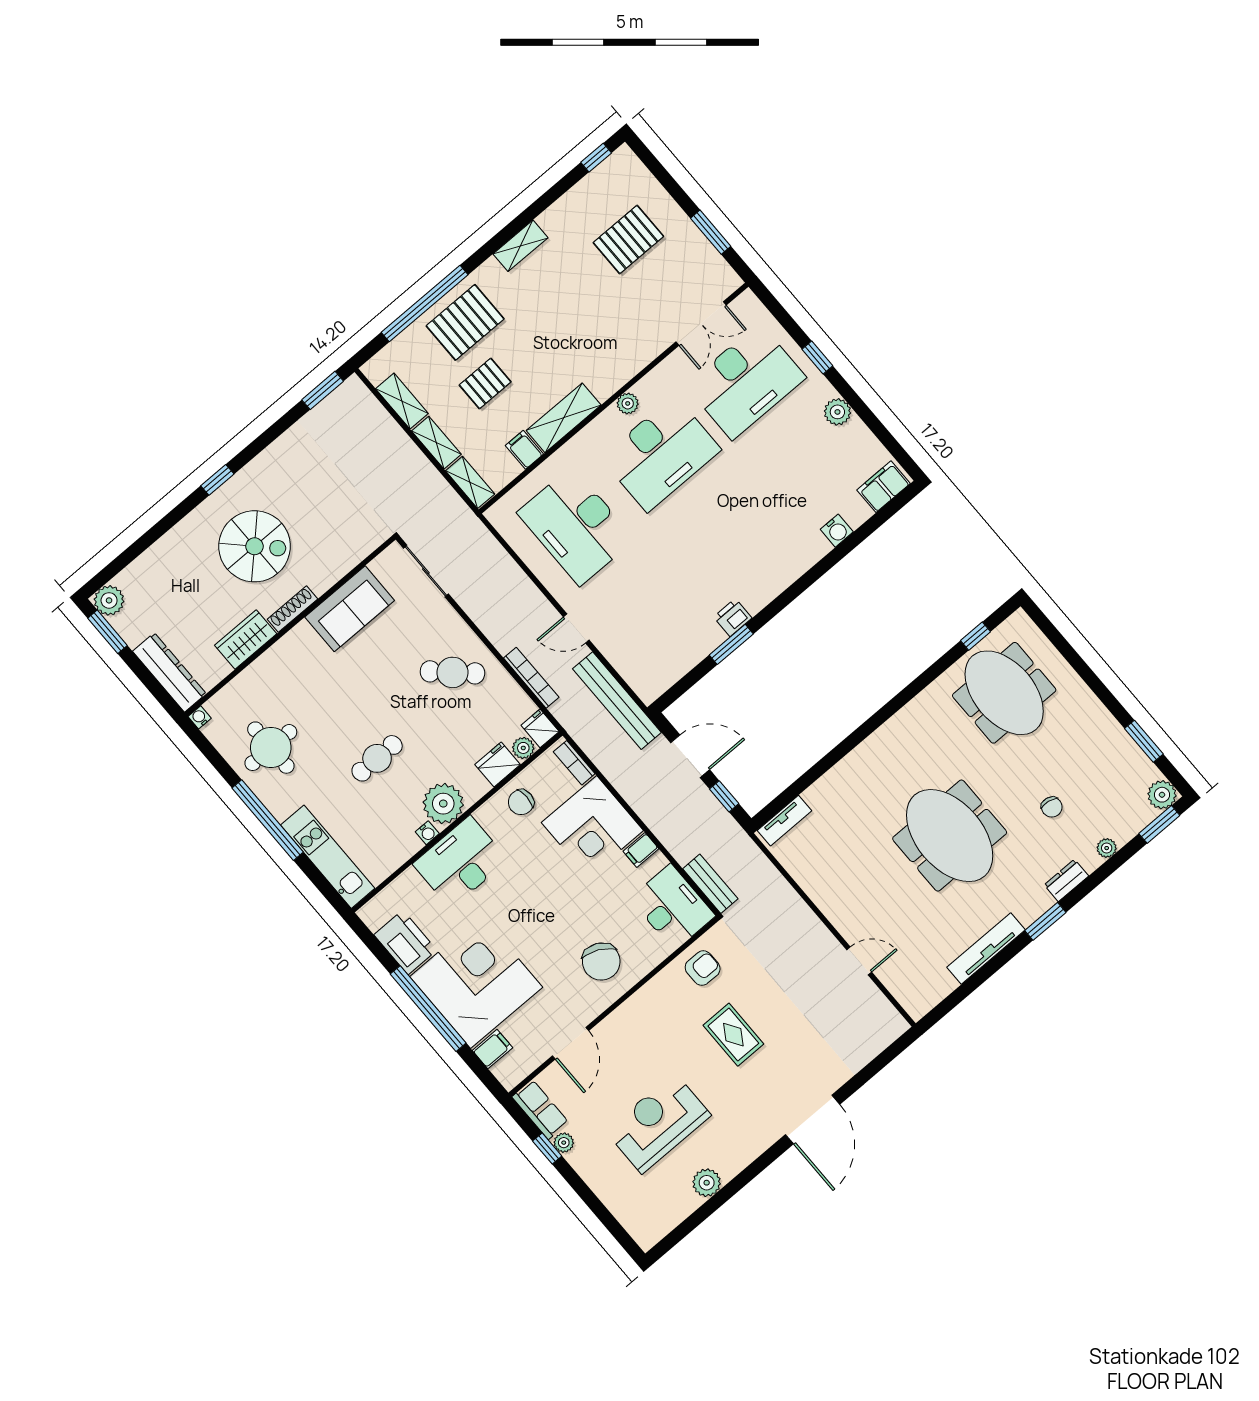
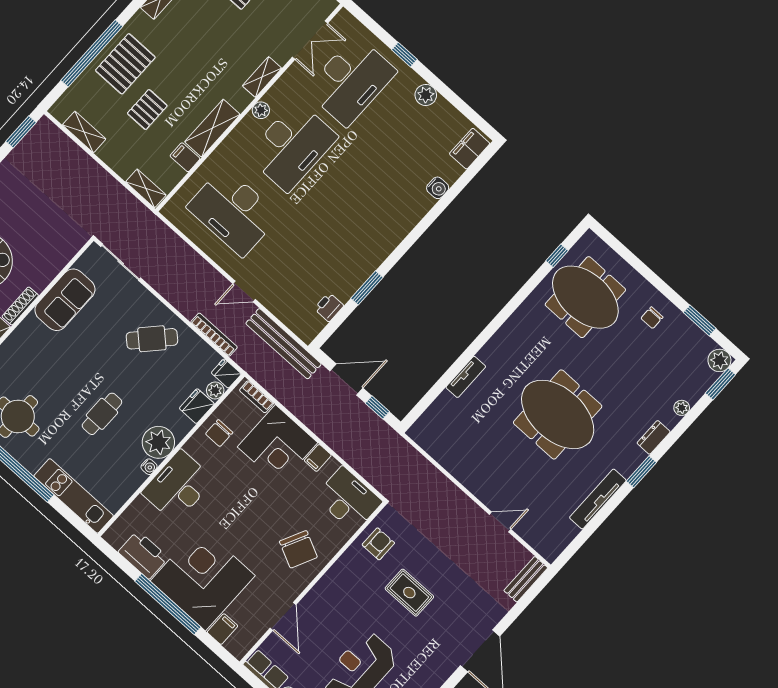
shelving: (436, 443) -> (262, 77), moved, turned 90
printer: (733, 618) -> (329, 307), moved
chair: (1052, 807) -> (652, 318), moved, turned 81
tv unit: (784, 821) -> (466, 377), moved
bench: (710, 884) -> (526, 579), moved, turned 90

